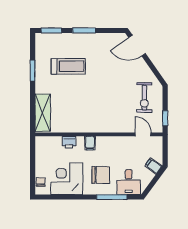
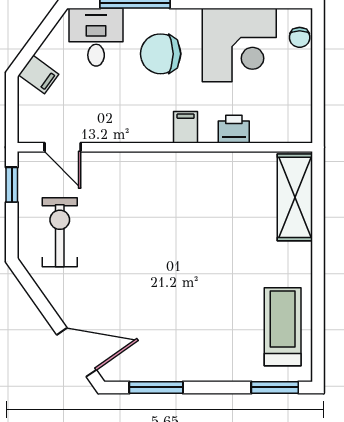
window: (84, 30) -> (156, 387), moved
treadmill: (68, 66) -> (283, 327), moved, turned 90
window: (33, 71) -> (318, 295), removed

